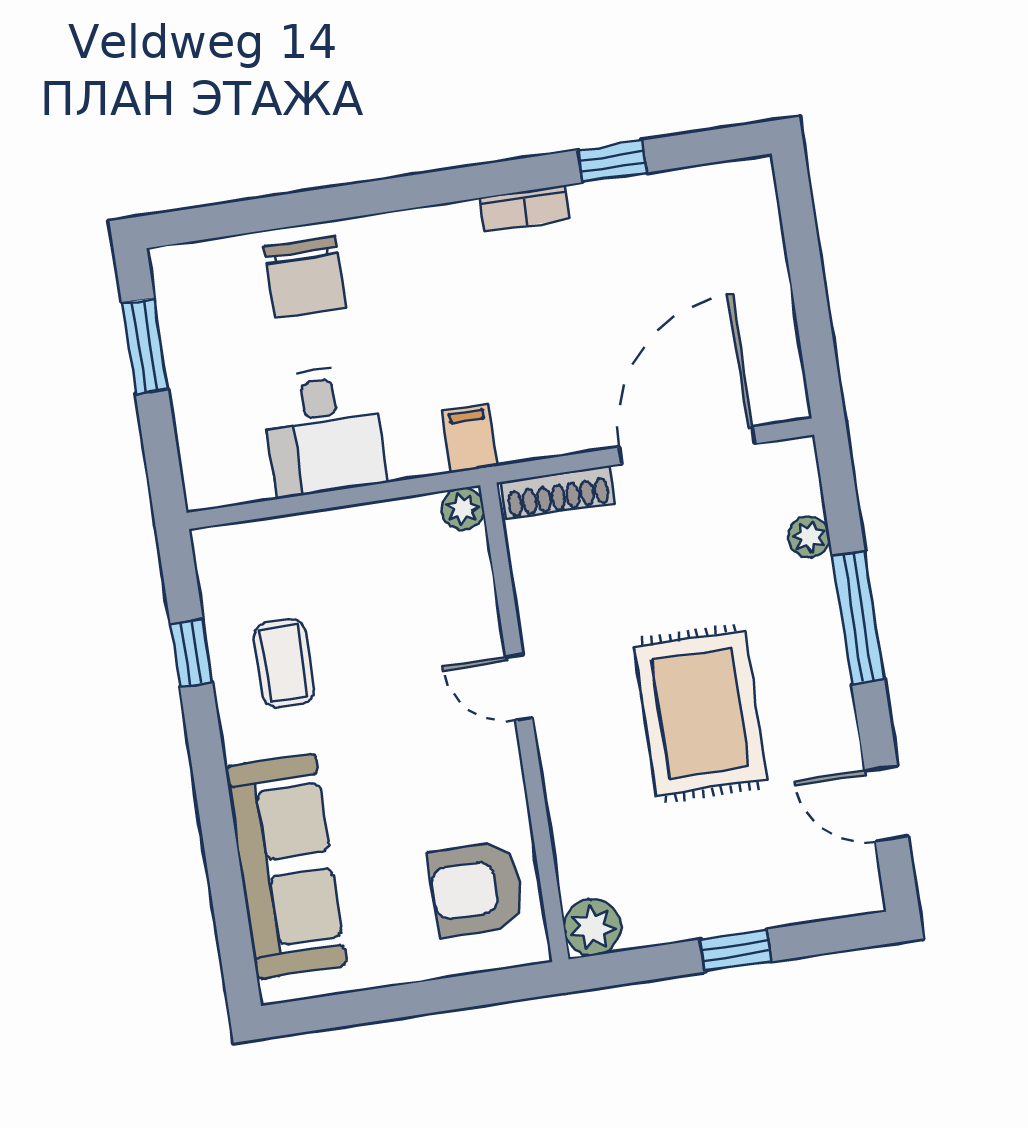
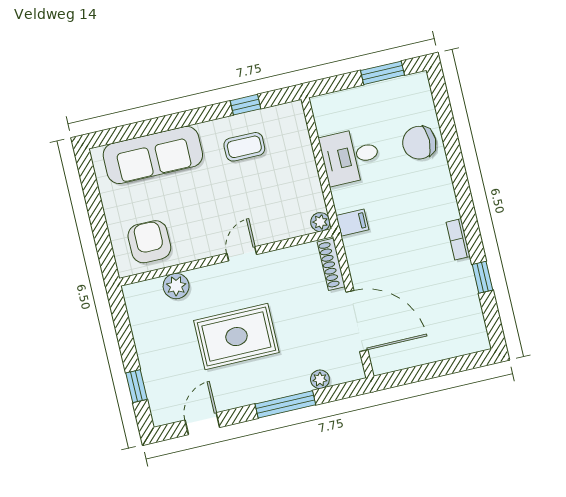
plant: (592, 927) -> (176, 286), moved
window: (735, 951) -> (137, 386), moved

